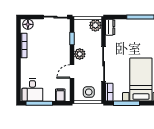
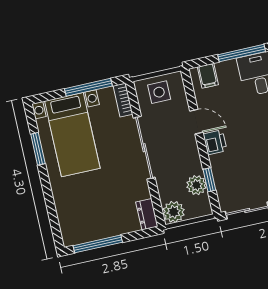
plant: (80, 54) -> (196, 185), moved
printer: (64, 58) -> (215, 142), added
door: (72, 71) -> (196, 122), hinge flipped

